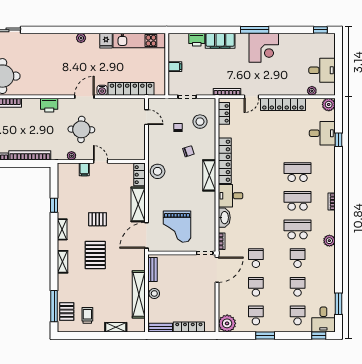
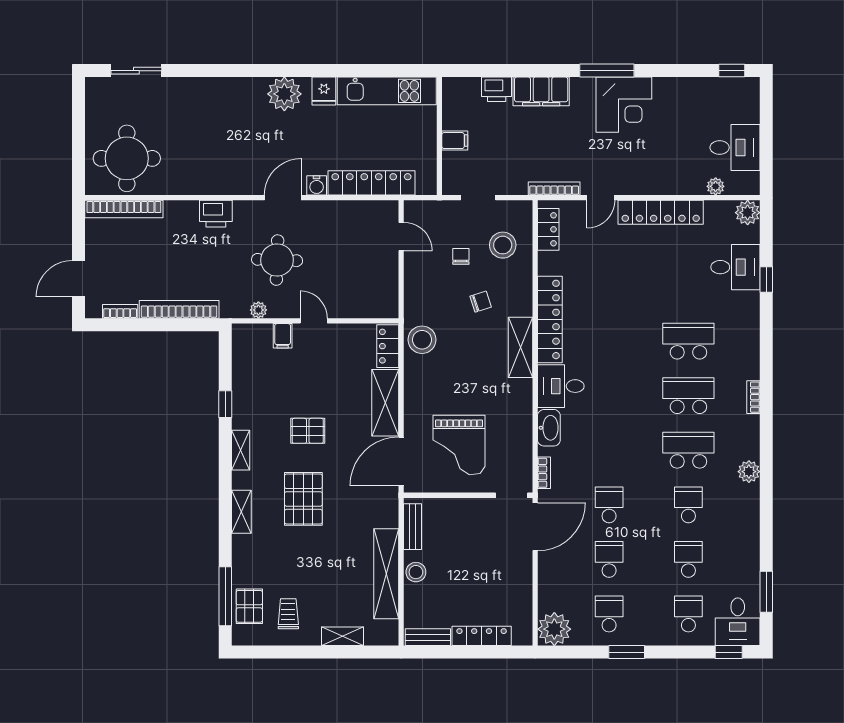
plant: (81, 38) -> (284, 94), width x1.88, depth x1.88

